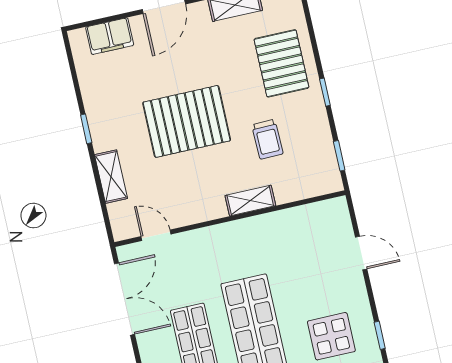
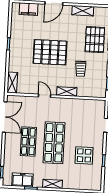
shelving: (111, 177) -> (12, 83), moved
door: (156, 235) -> (45, 96), moved

